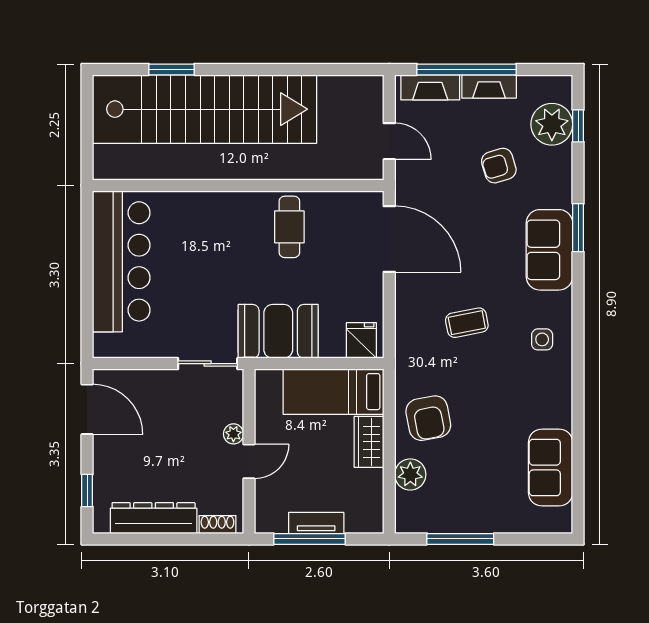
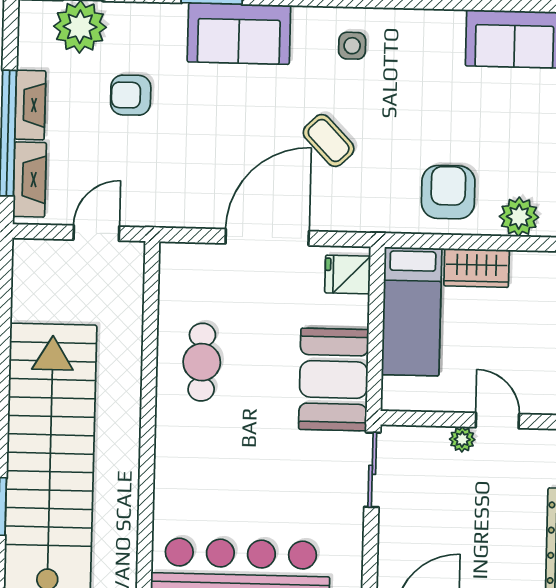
armchair: (499, 166) -> (131, 95), turned 107
cafe table: (289, 227) -> (202, 362), turned 90
door: (389, 239) -> (267, 237), moved
coffee table: (467, 323) -> (329, 140), turned -33
armchair: (428, 418) -> (448, 192), turned -79

